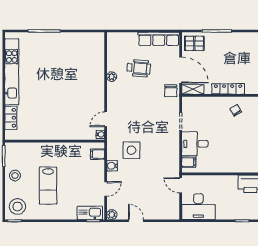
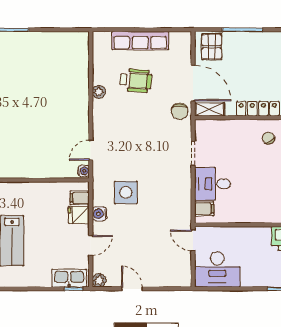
row of seats: (159, 39) -> (140, 41), moved
pallet: (194, 43) -> (212, 47), turned 90
fridge: (97, 167) -> (79, 215), added

